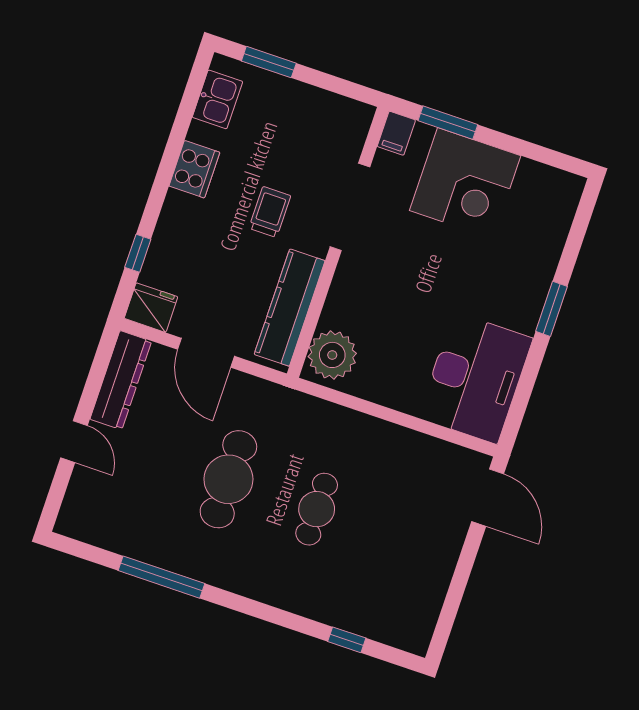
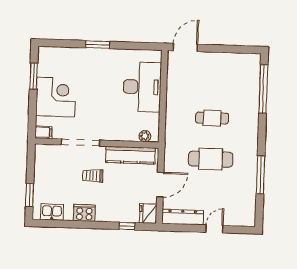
window: (448, 123) -> (34, 76), moved
plant: (332, 355) -> (145, 136), width x0.53, depth x0.53
desk: (475, 378) -> (142, 87), moved, turned 90
window: (347, 640) -> (263, 89), width x3.17

